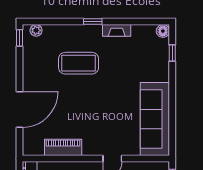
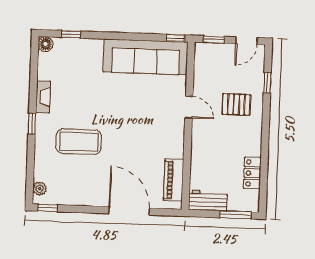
coffee table: (79, 63) -> (79, 142), turned 90
window: (172, 144) -> (175, 38), added
piano: (63, 147) -> (174, 180), moved

